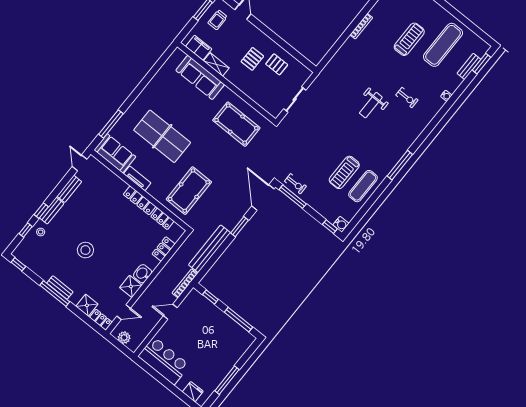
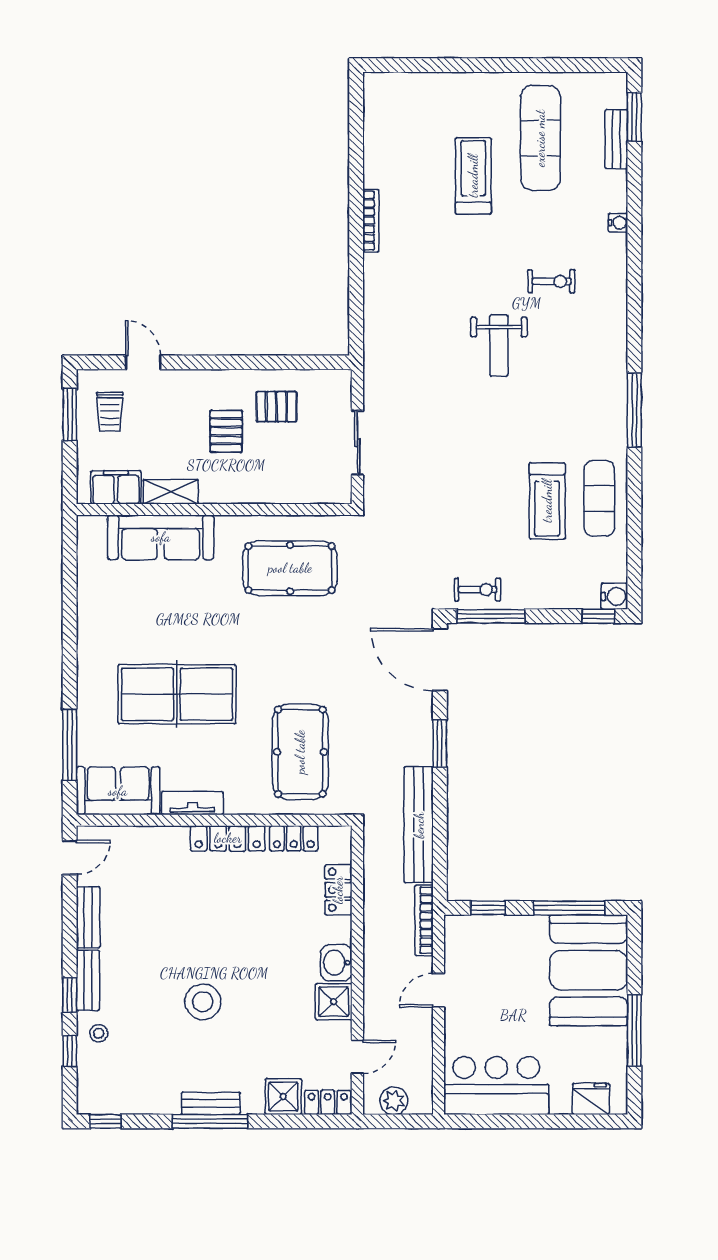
door: (80, 163) -> (70, 858), swing flipped
booth: (228, 347) -> (589, 970), added

